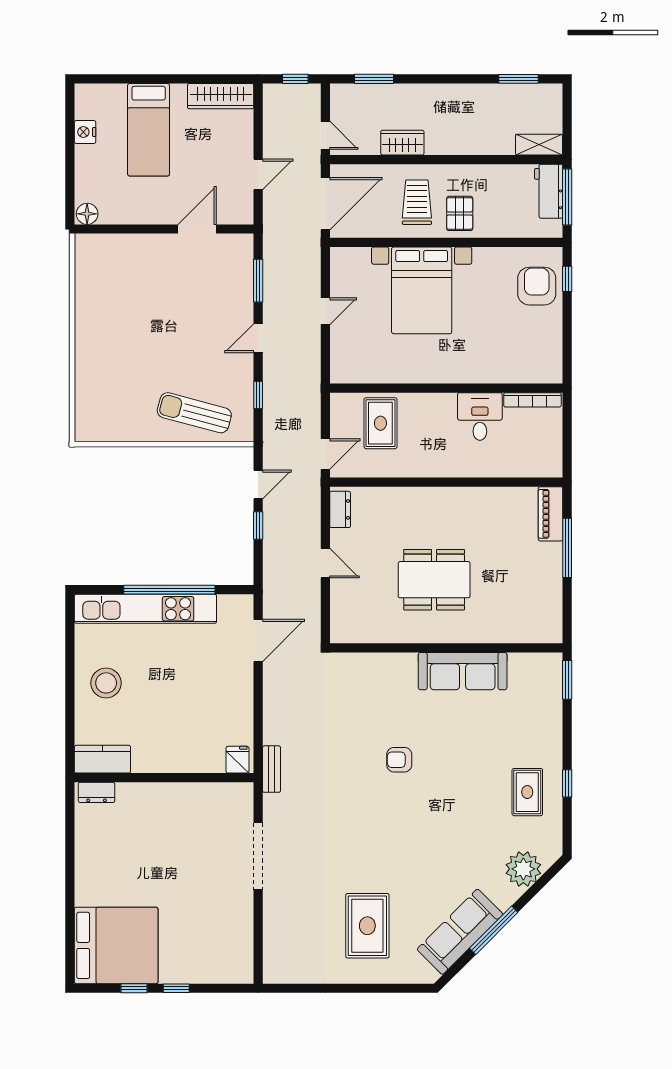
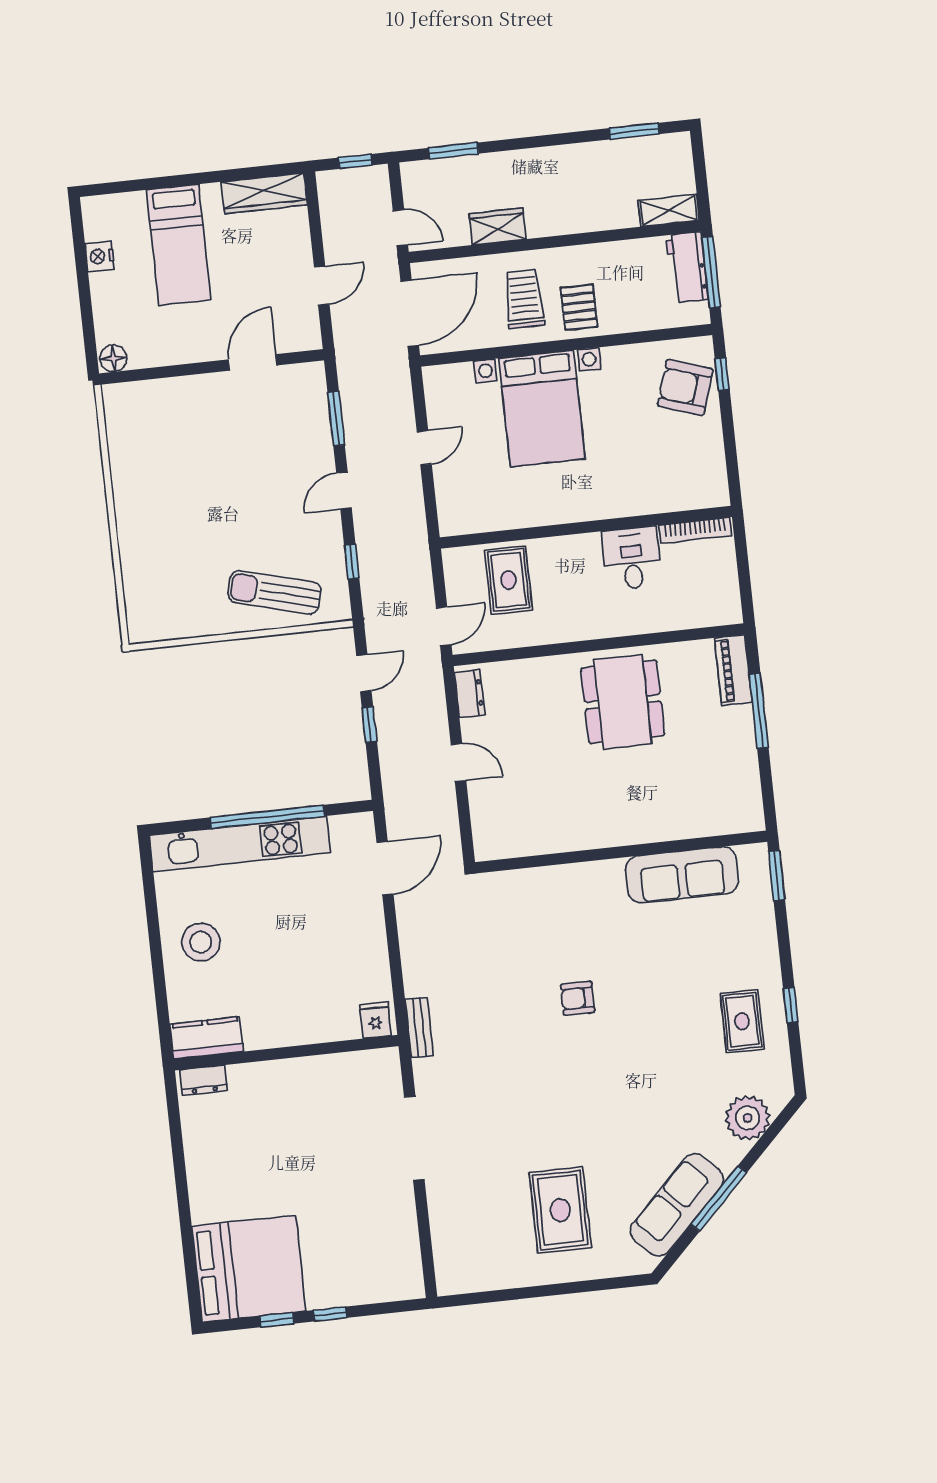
armchair: (537, 286) -> (685, 388), turned -72
dining table: (434, 580) -> (623, 702), moved, turned 90
sofa: (463, 671) -> (682, 875), moved

